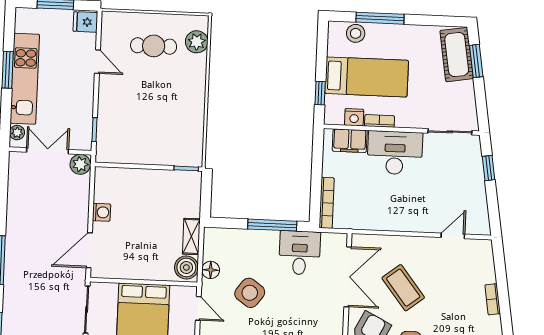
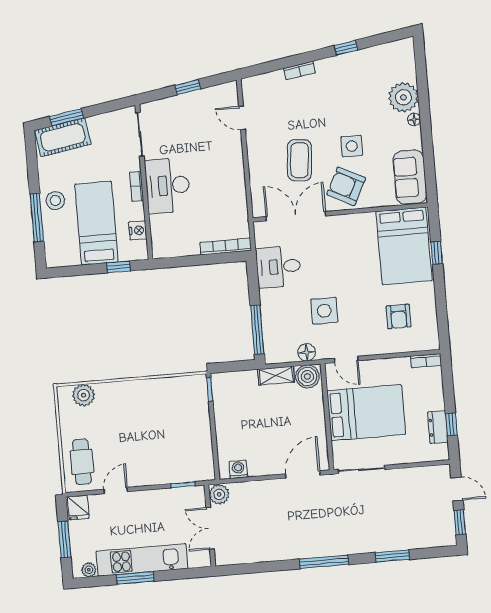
stool: (356, 33) -> (55, 201), moved
cafe table: (154, 46) -> (82, 462), moved
bookcase: (379, 121) -> (137, 186), moved
plant: (17, 133) -> (89, 570), moved
filing cabinet: (350, 141) -> (161, 232), removed
window: (489, 168) -> (188, 87), moved
washing machine: (102, 212) -> (238, 469), moved
window: (272, 225) -> (257, 330), moved
door: (89, 250) -> (303, 474), swing flipped
coffee table: (403, 288) -> (299, 160), turned -47
side table: (250, 293) -> (324, 311), turned -36
door: (198, 308) -> (346, 360), swing flipped

